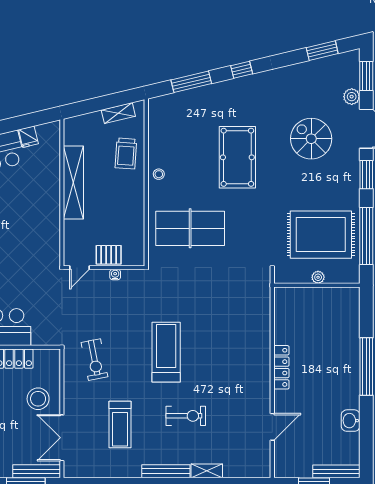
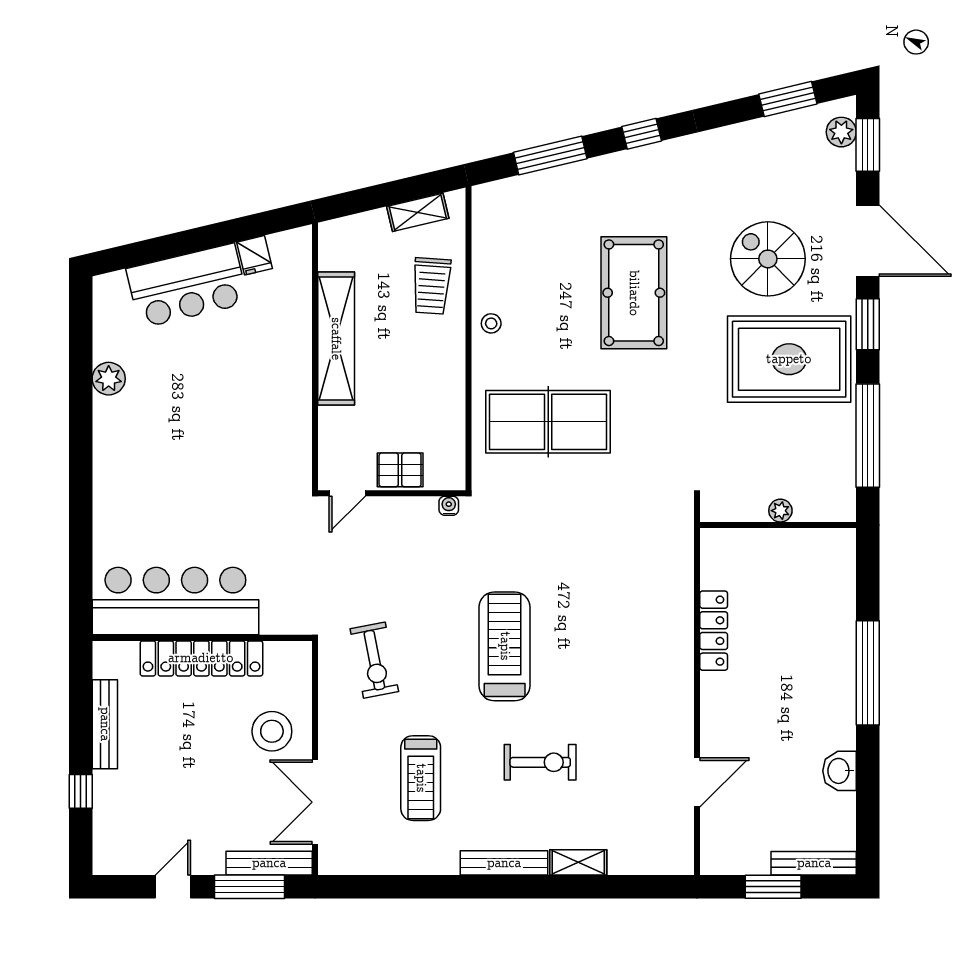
plant: (352, 97) -> (841, 132), moved
rug: (321, 235) -> (789, 359), moved
water cooler: (115, 275) -> (449, 506), moved
locker: (281, 367) -> (714, 631), moved

